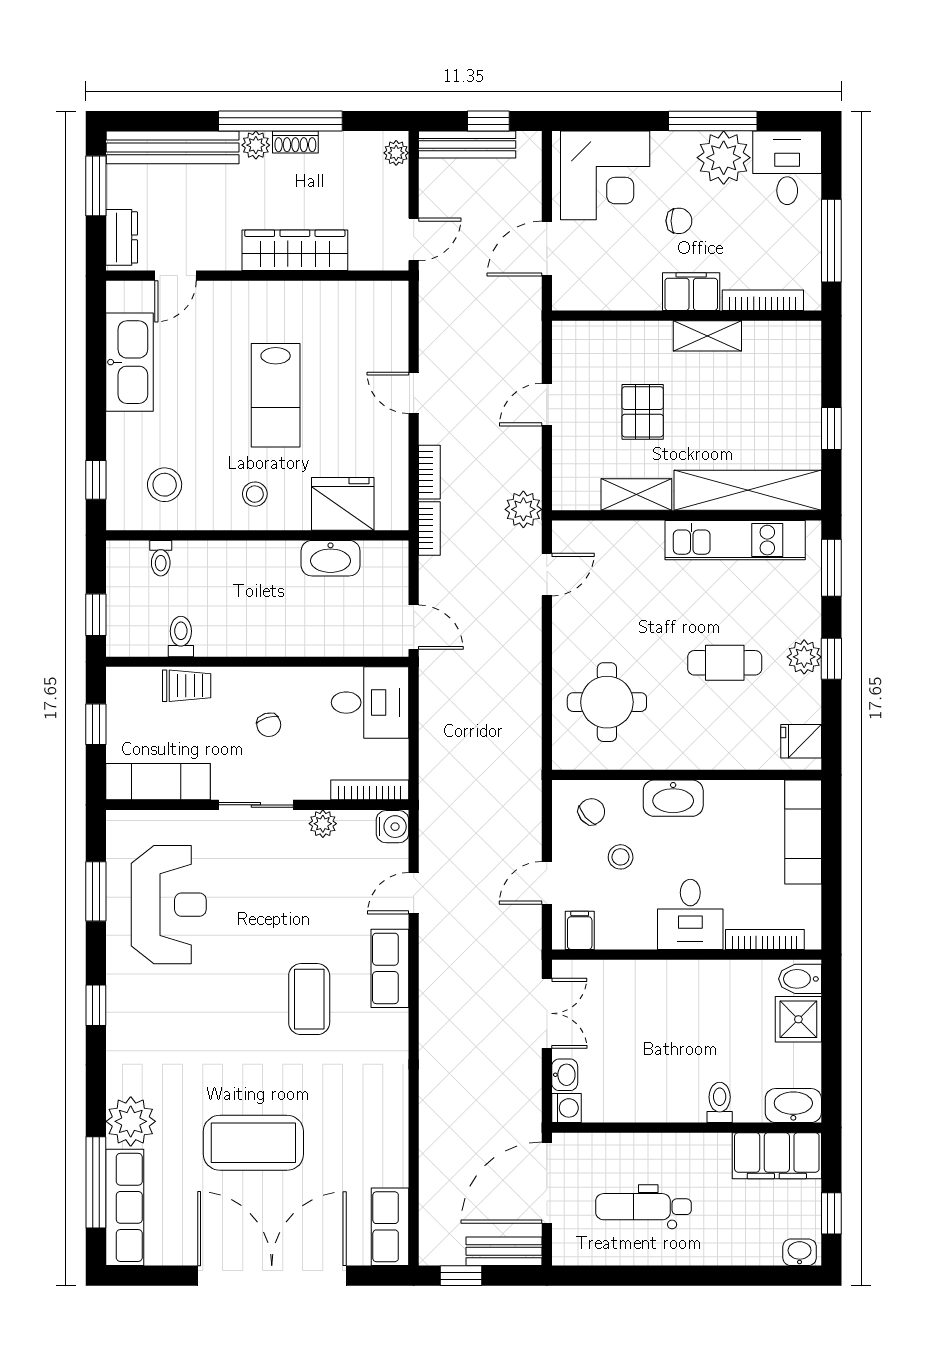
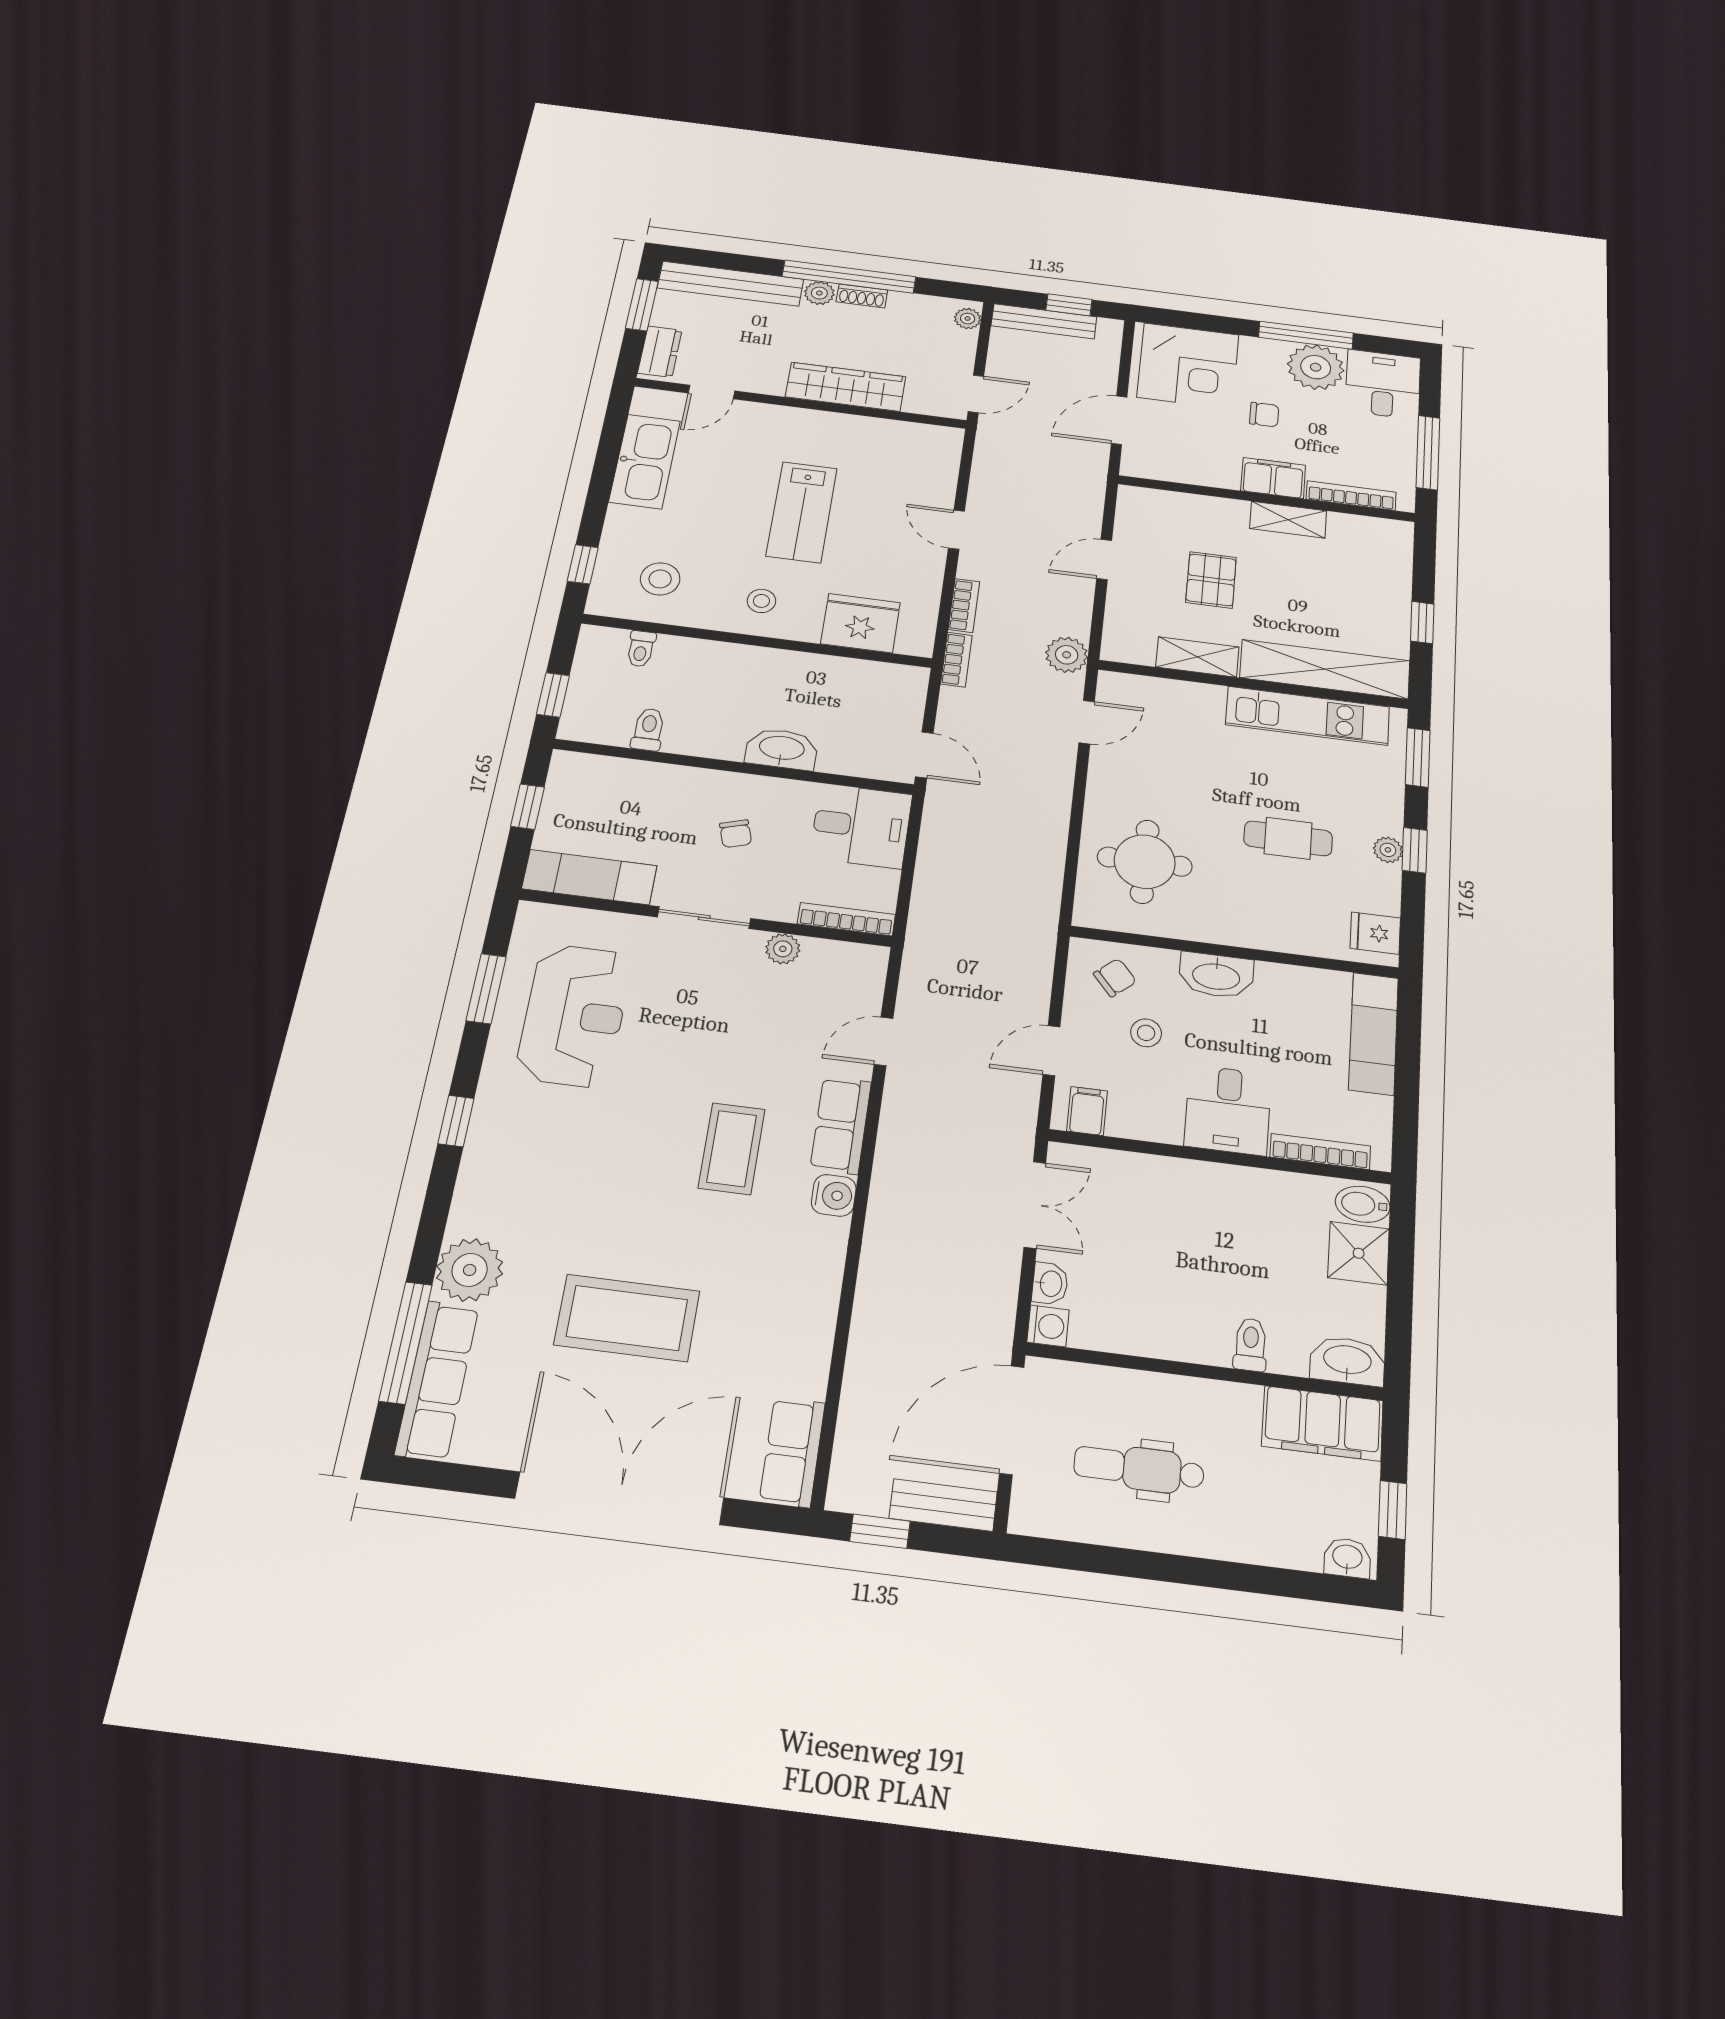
washbasin: (331, 558) -> (782, 749), moved, turned 180
plant: (804, 657) -> (1388, 850), width x0.73, depth x0.73
trolley: (187, 686) -> (645, 780), removed
water cooler: (392, 827) -> (834, 1195), moved

